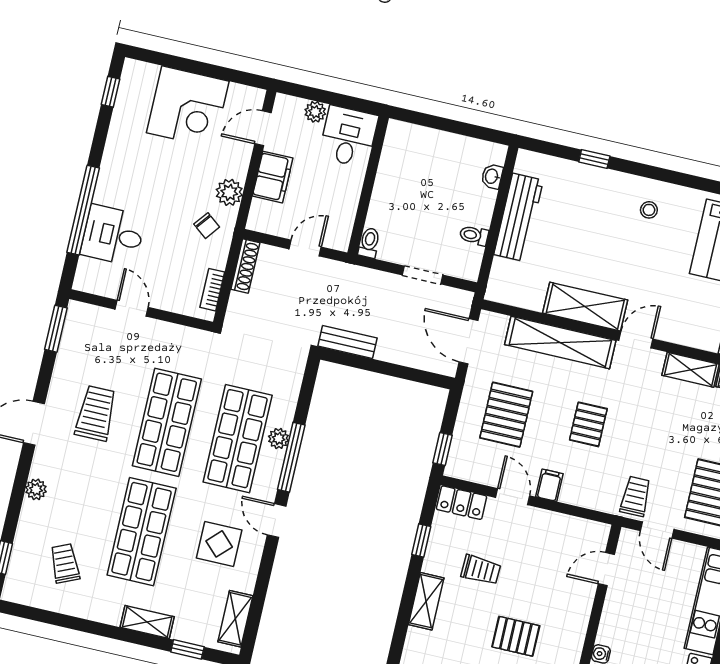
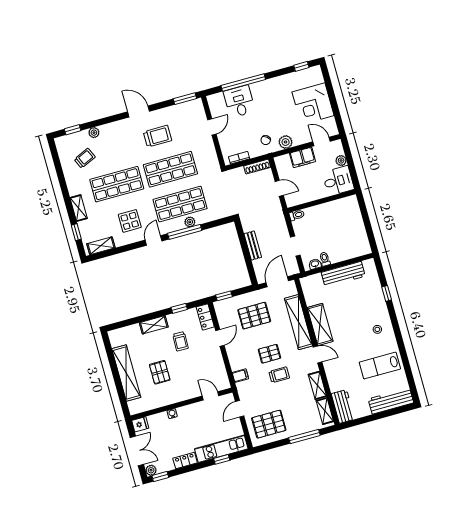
washbasin: (492, 176) -> (315, 264), moved
bench: (348, 342) -> (253, 245), moved
filing cabinet: (549, 485) -> (240, 376), moved
plant: (36, 489) -> (94, 133), moved
trolley: (635, 496) -> (279, 375), moved

